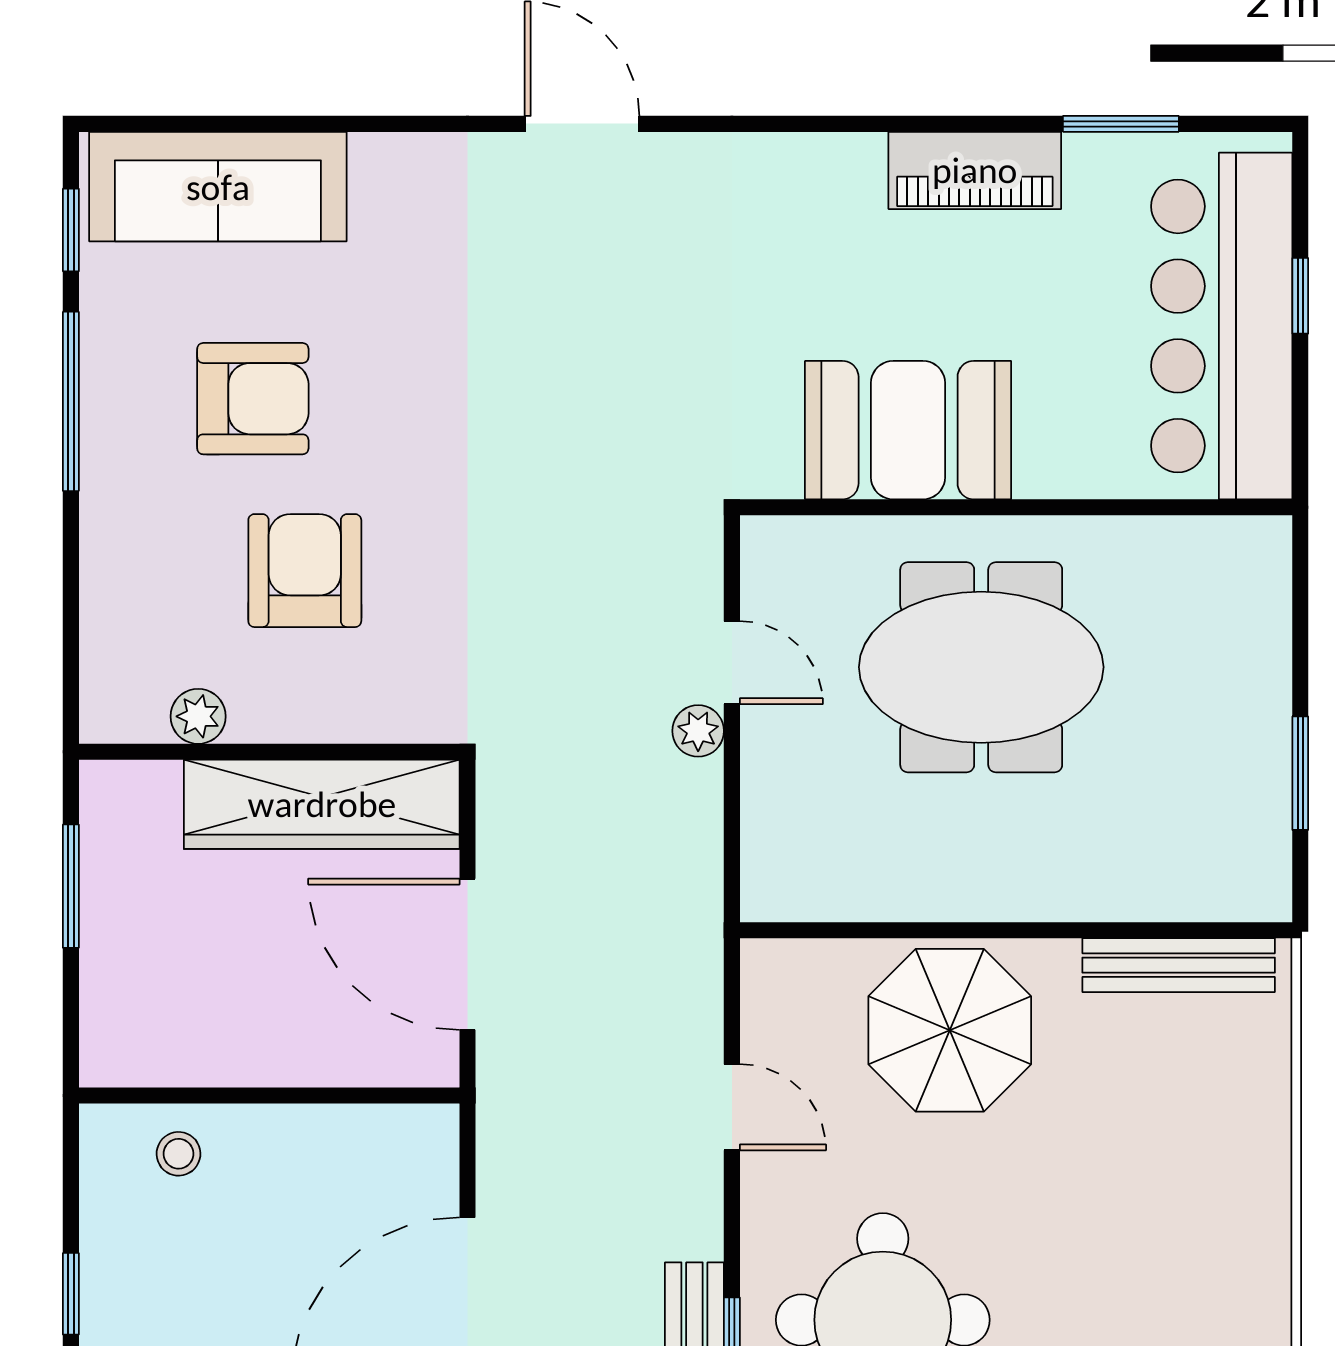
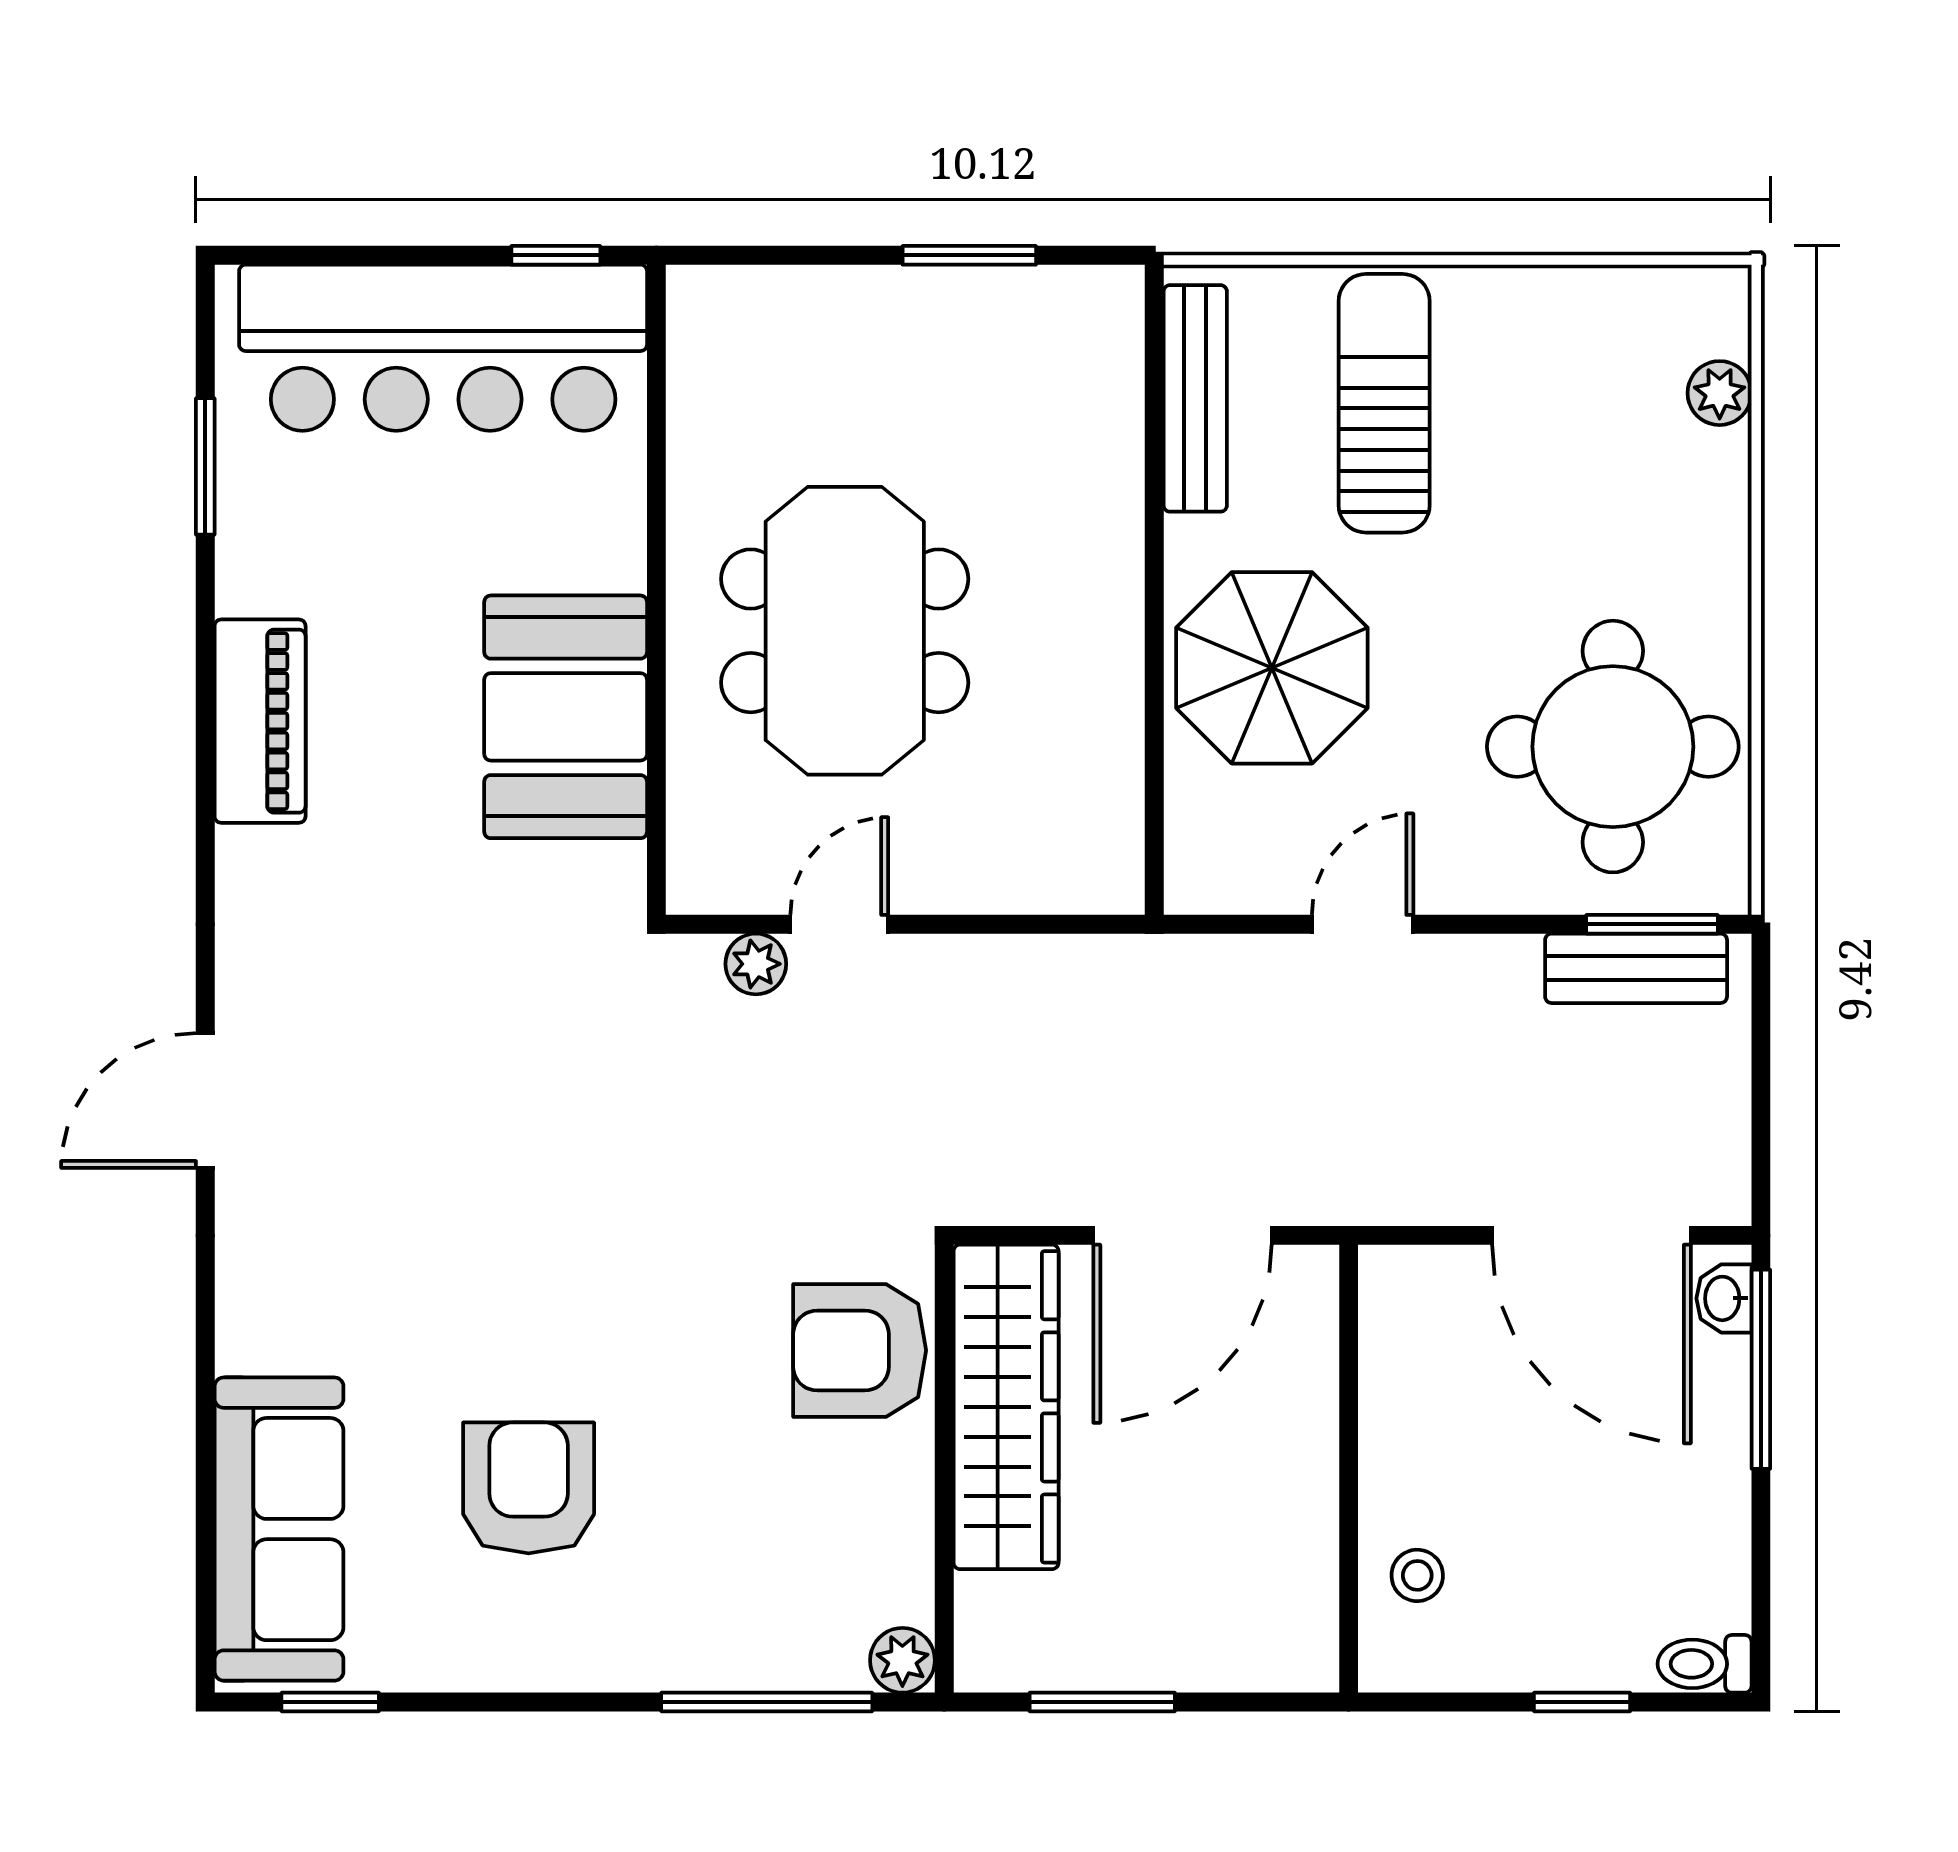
piano: (975, 170) -> (260, 721), moved
window: (1300, 296) -> (556, 255), moved
window: (71, 401) -> (767, 1702), moved
armchair: (305, 571) -> (860, 1350), moved
plant: (198, 716) -> (902, 1660), moved
plant: (698, 731) -> (756, 964), moved
sun lounger: (1175, 1126) -> (1384, 403), added

